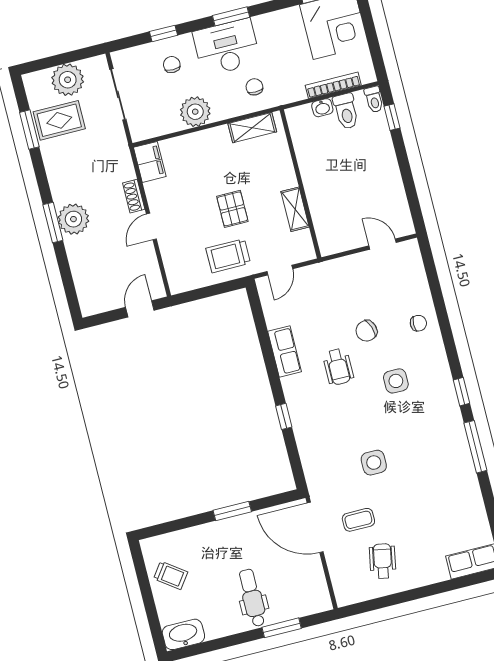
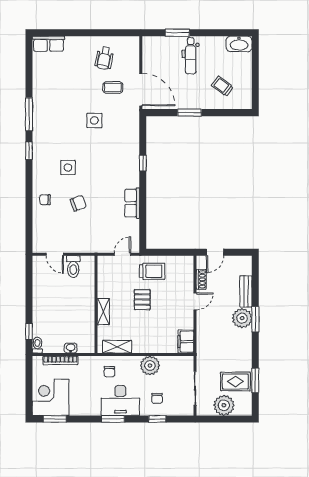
toilet: (346, 111) -> (73, 267), moved, turned 180
shoe rack: (134, 196) -> (201, 279), moved
shelving: (295, 209) -> (103, 312), moved
bench: (78, 261) -> (246, 291), added
wheelchair: (338, 367) -> (101, 185), removed
trolley: (171, 575) -> (222, 86), moved

